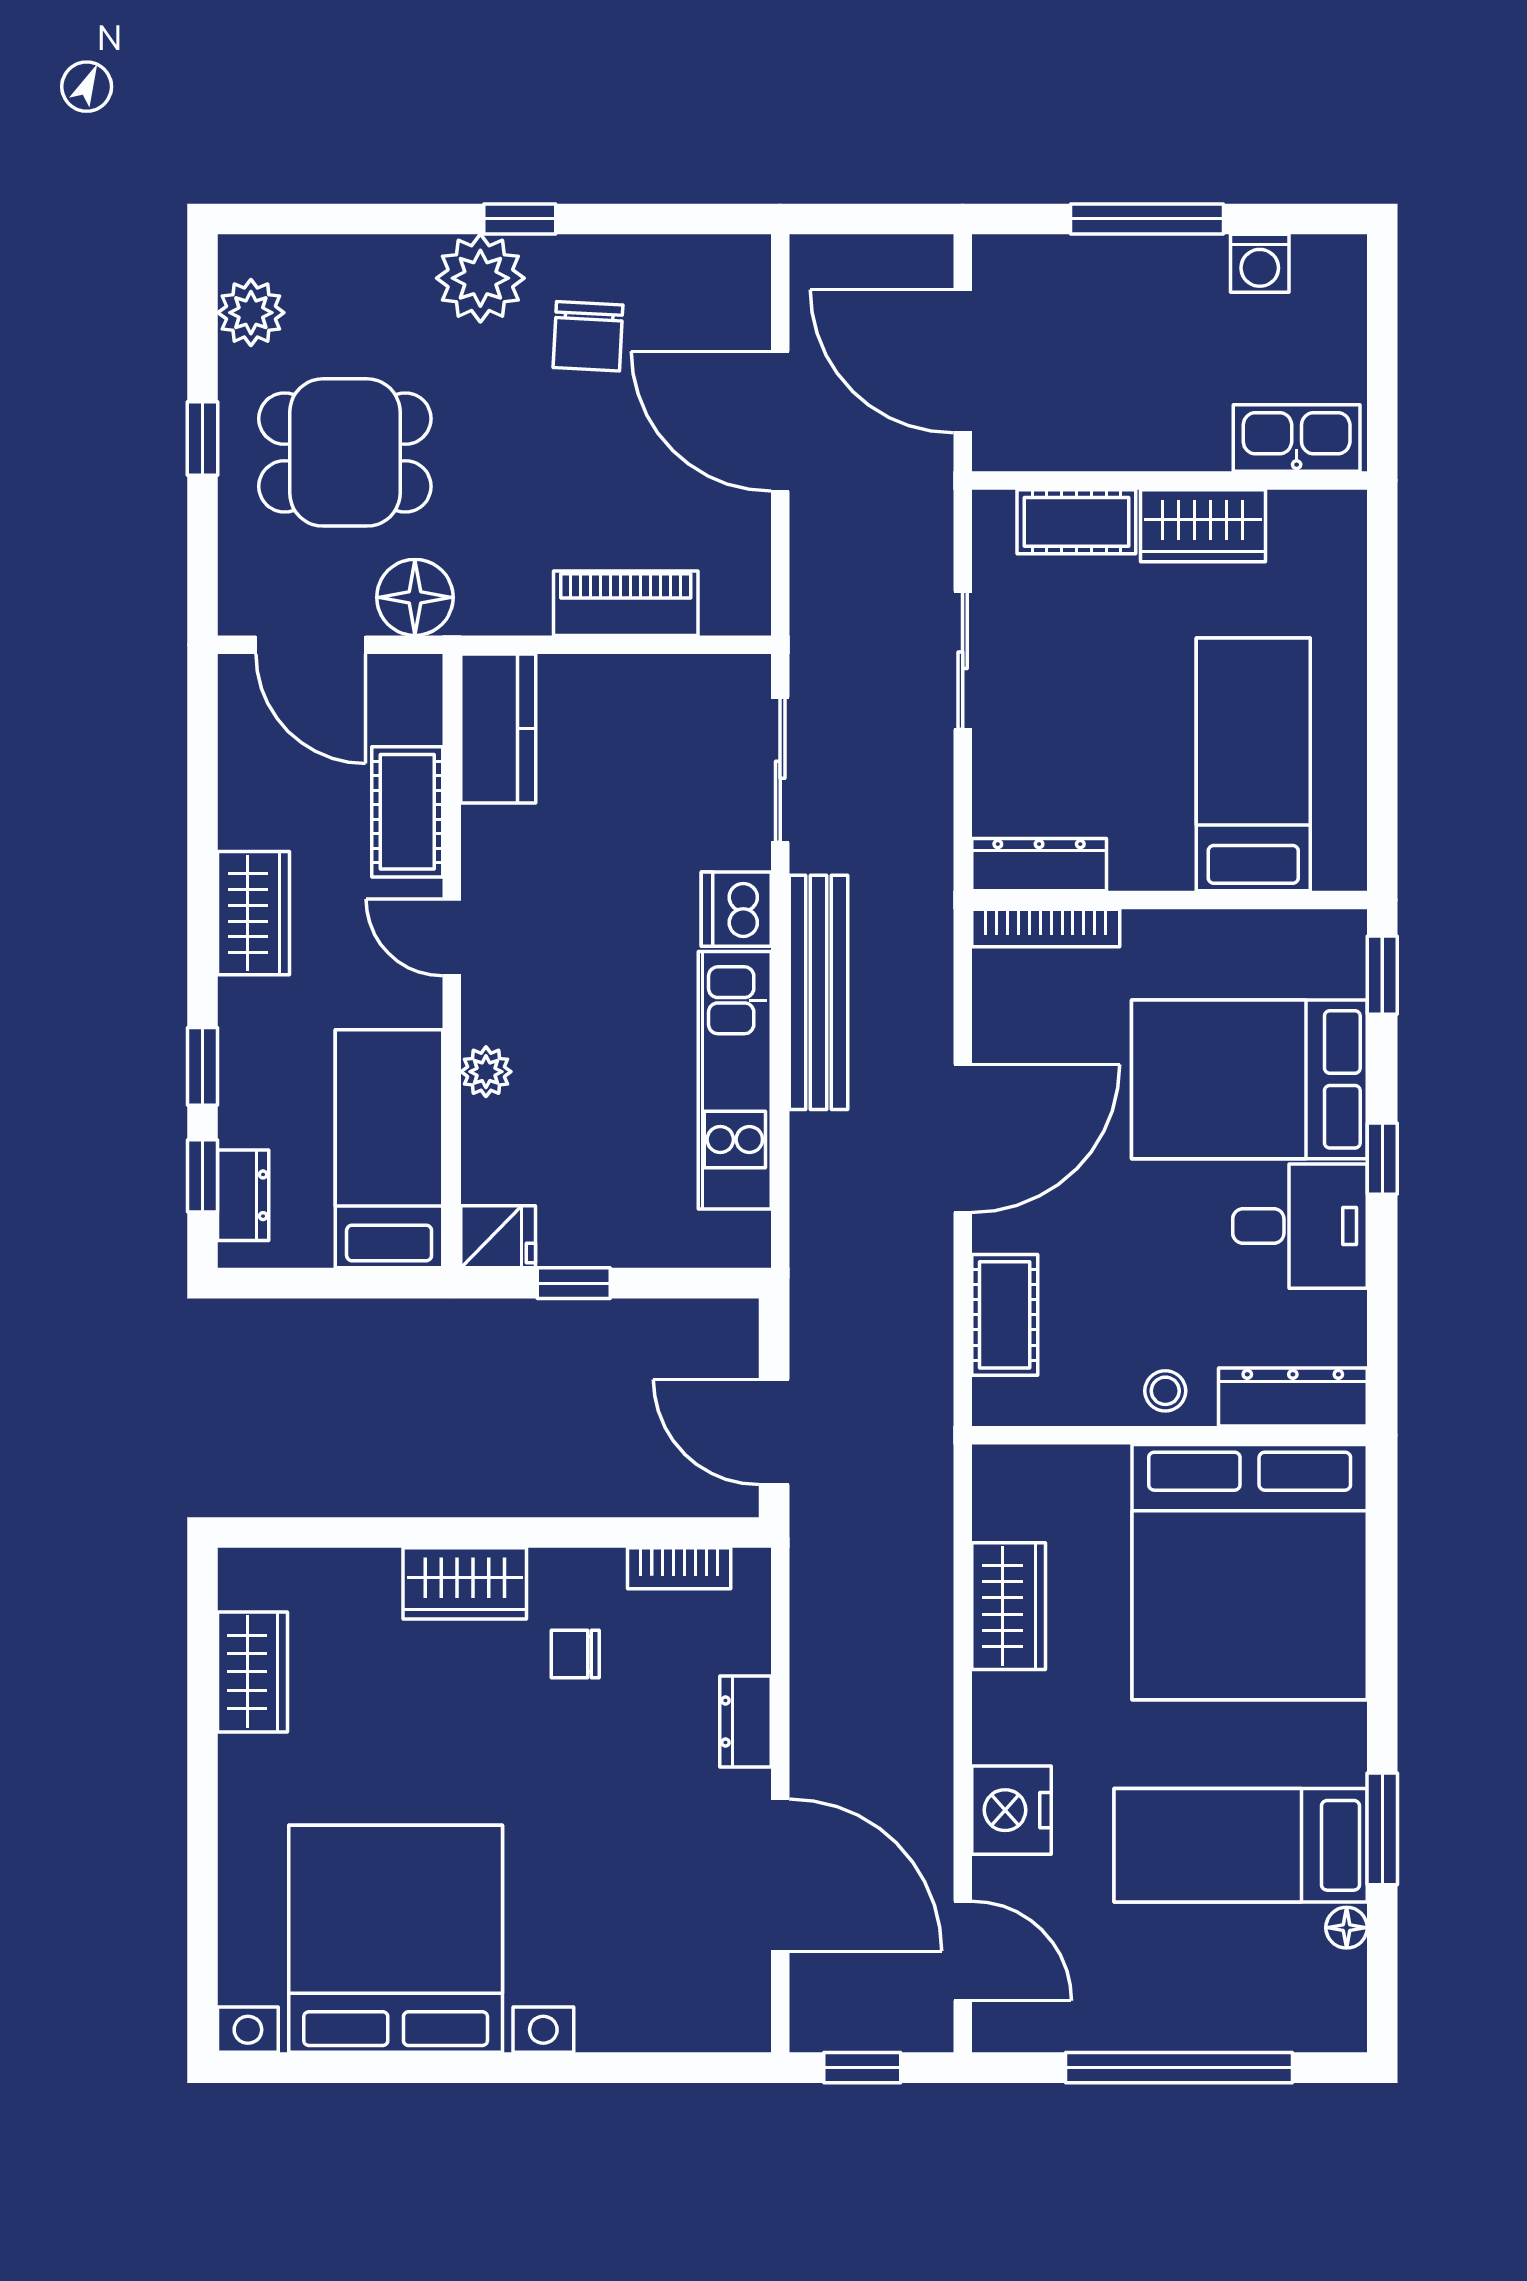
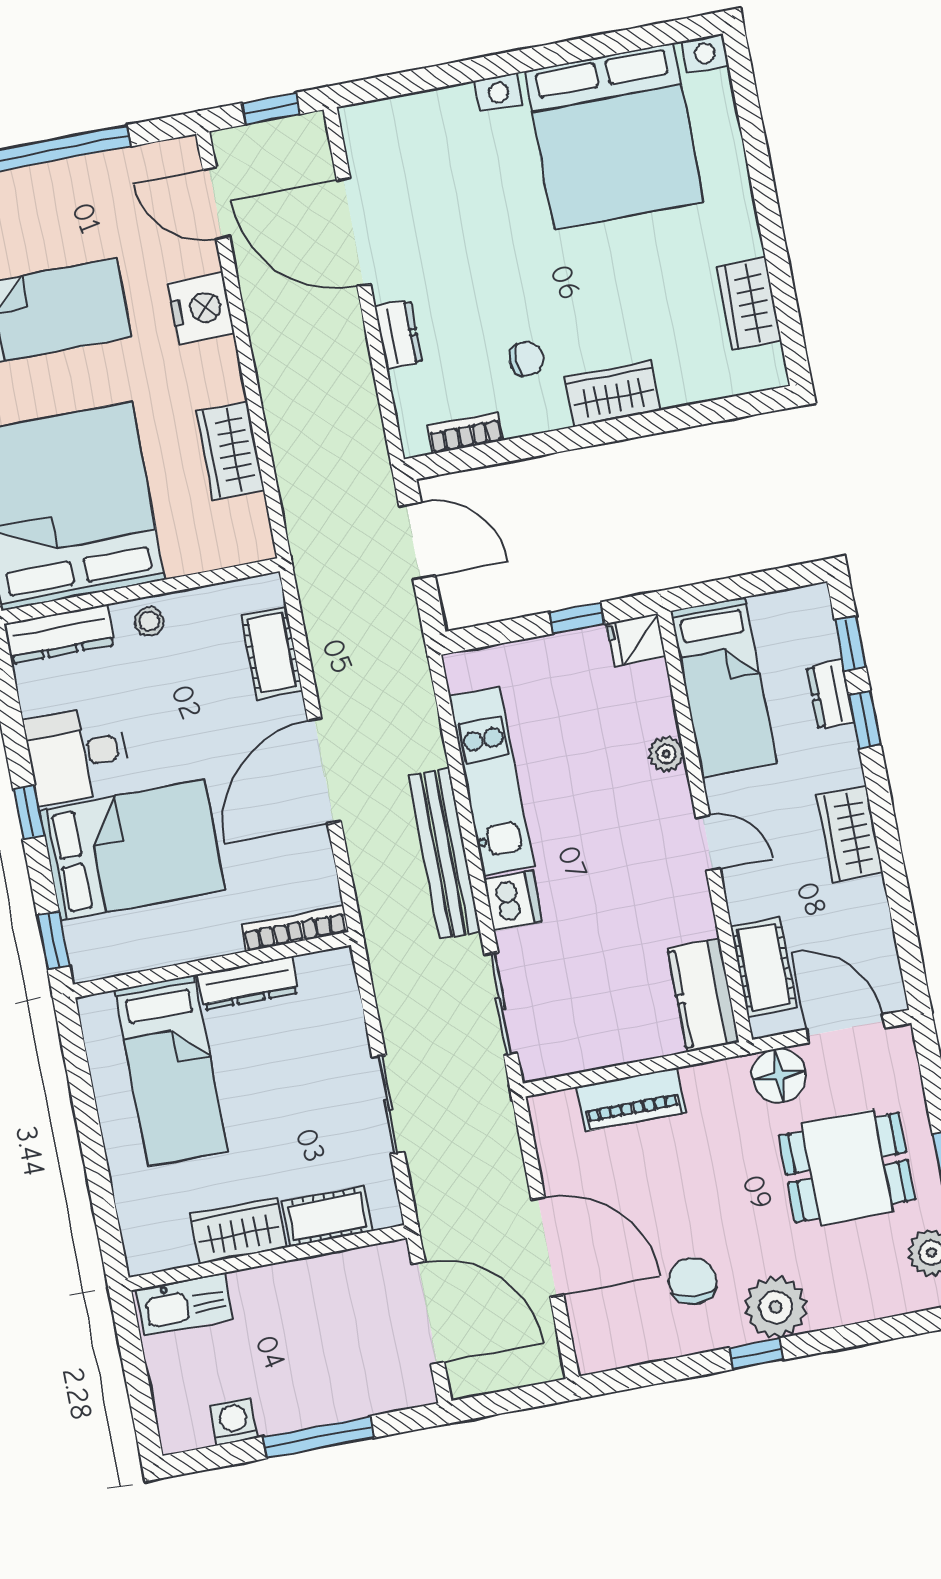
cot: (407, 812) -> (764, 967), moved
dresser: (1039, 865) -> (248, 983), moved
dresser: (243, 1195) -> (831, 694), moved

